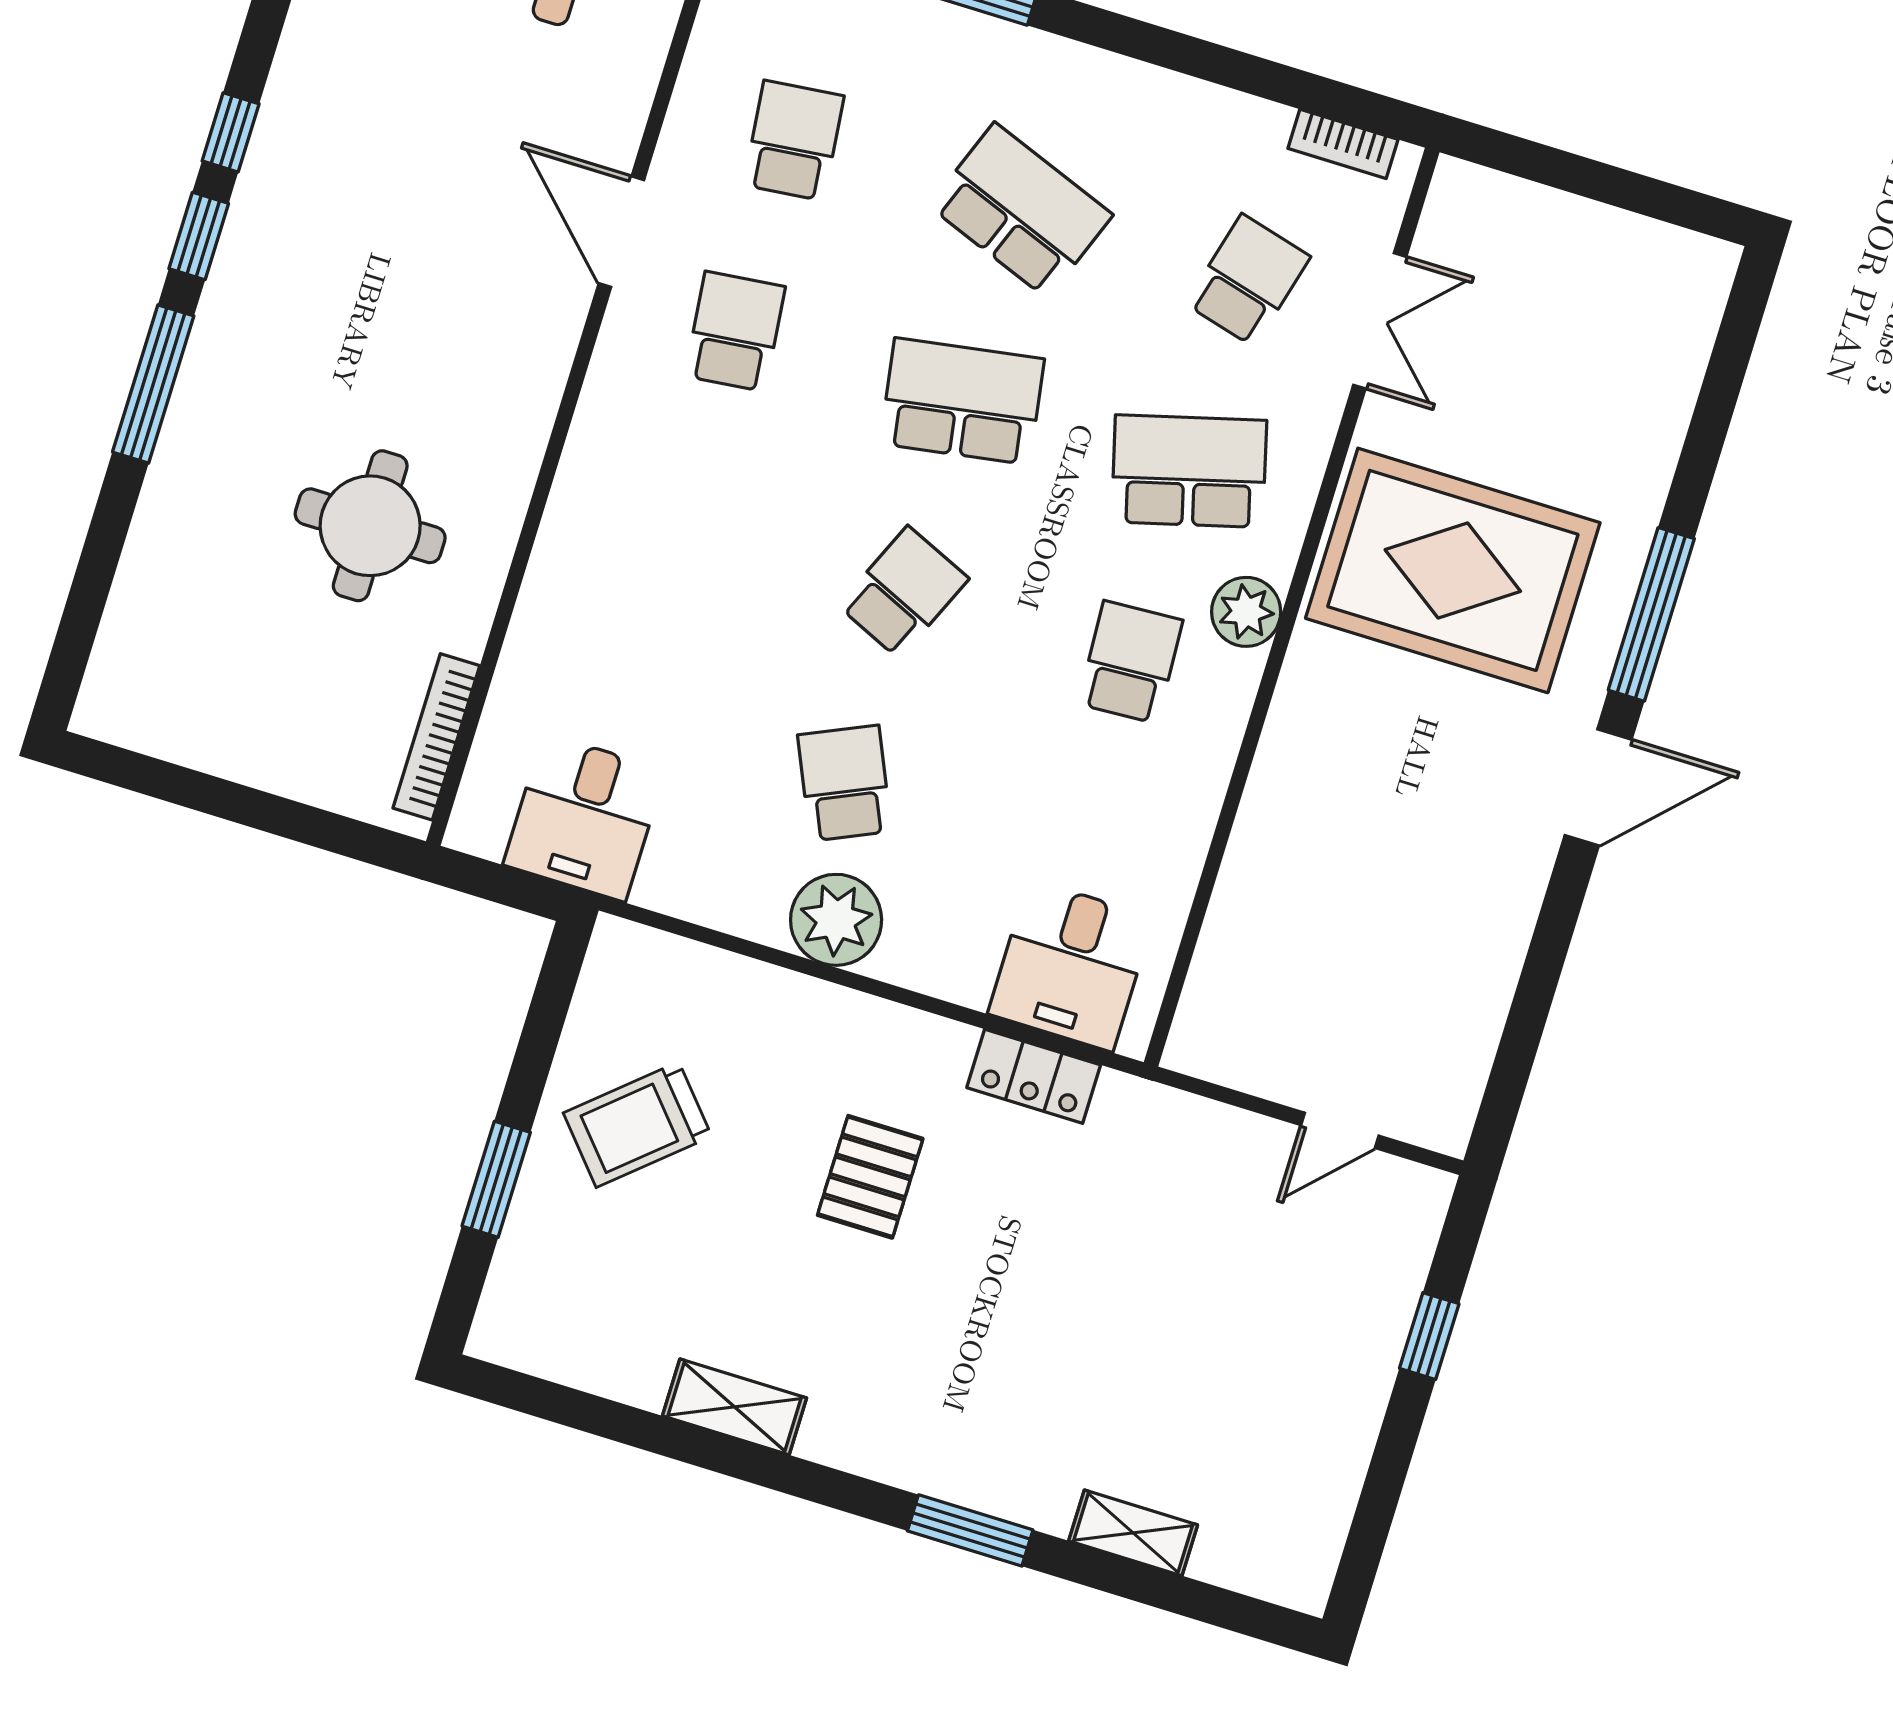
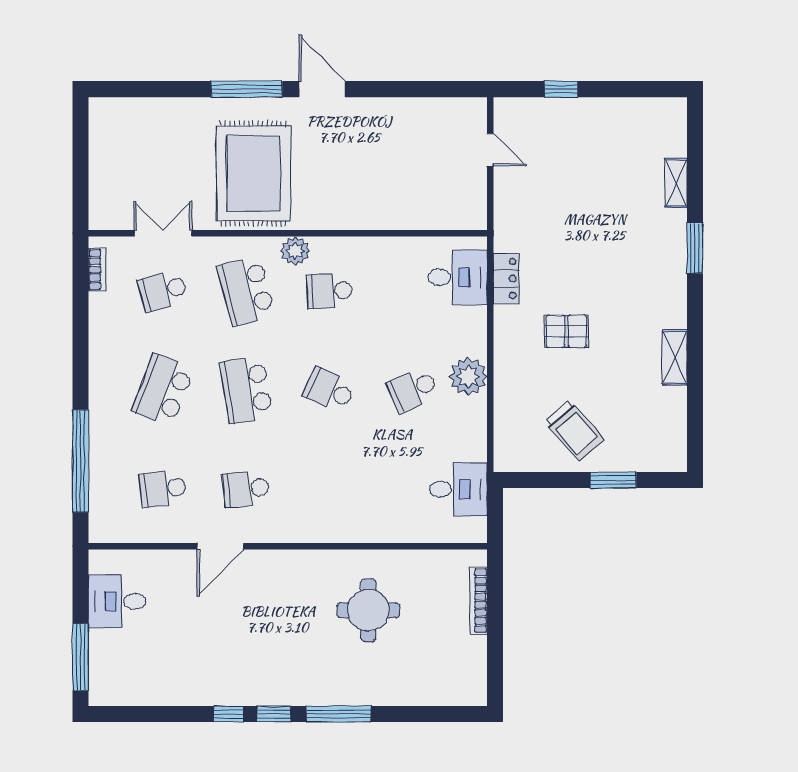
school desk: (1248, 280) -> (163, 291), turned -30
bookcase: (436, 737) -> (479, 601), moved, turned 90

